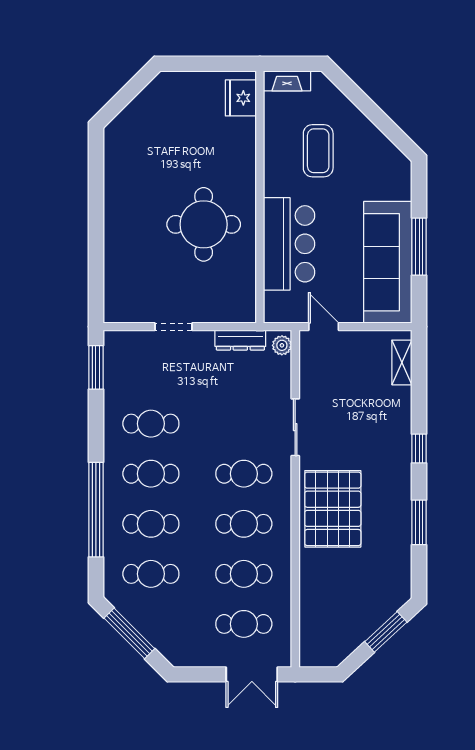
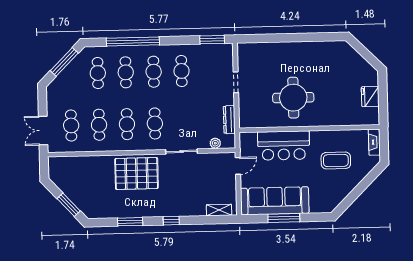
fridge: (241, 98) -> (370, 96), moved, turned -90
plant: (282, 345) -> (215, 143), moved

